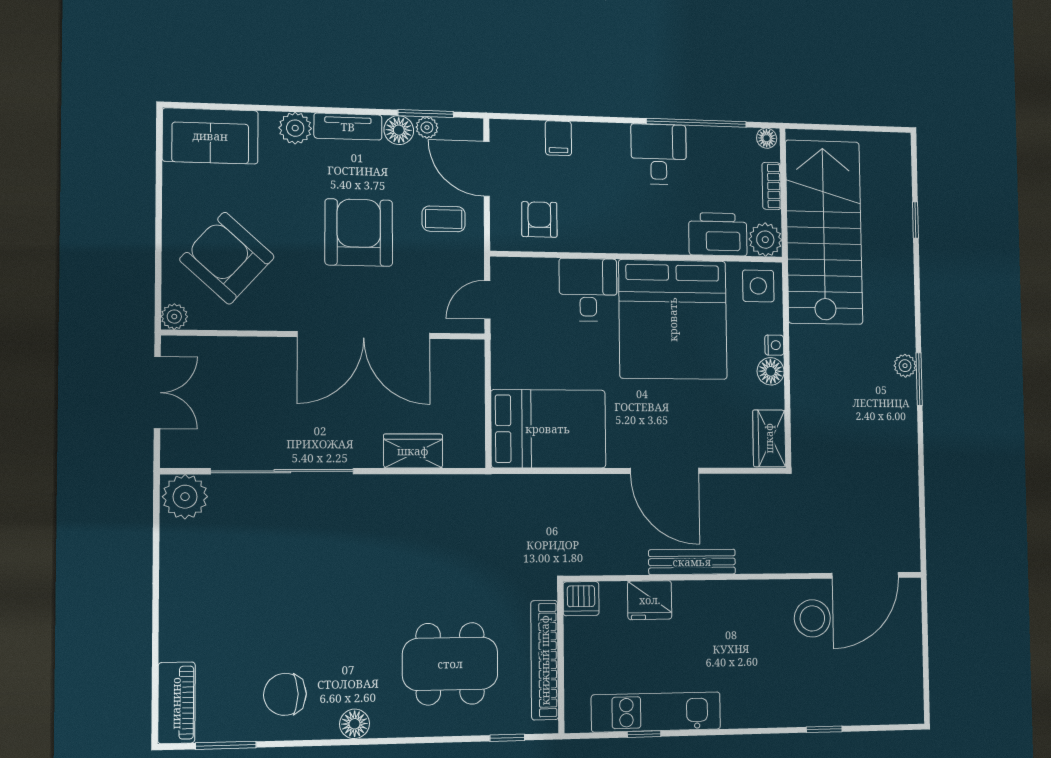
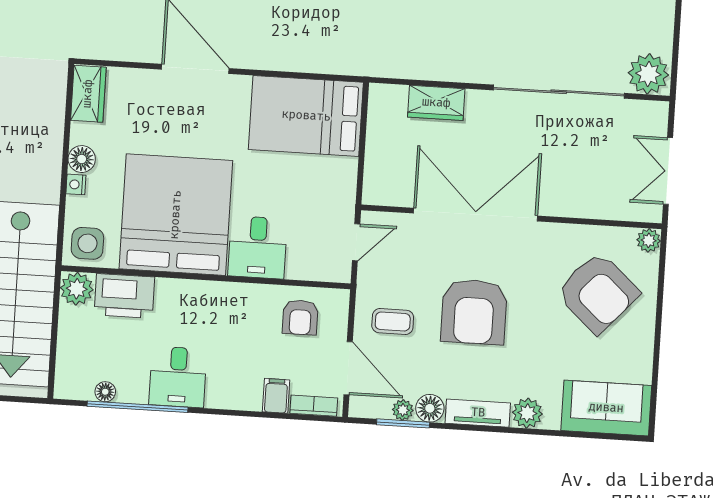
floor lamp: (767, 138) -> (105, 392), moved
bookcase: (772, 186) -> (314, 406), moved, turned -90

